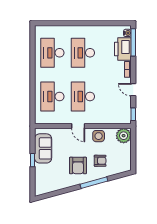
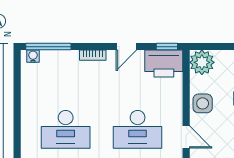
printer: (123, 49) -> (164, 64), moved
door: (78, 126) -> (186, 137), hinge flipped

